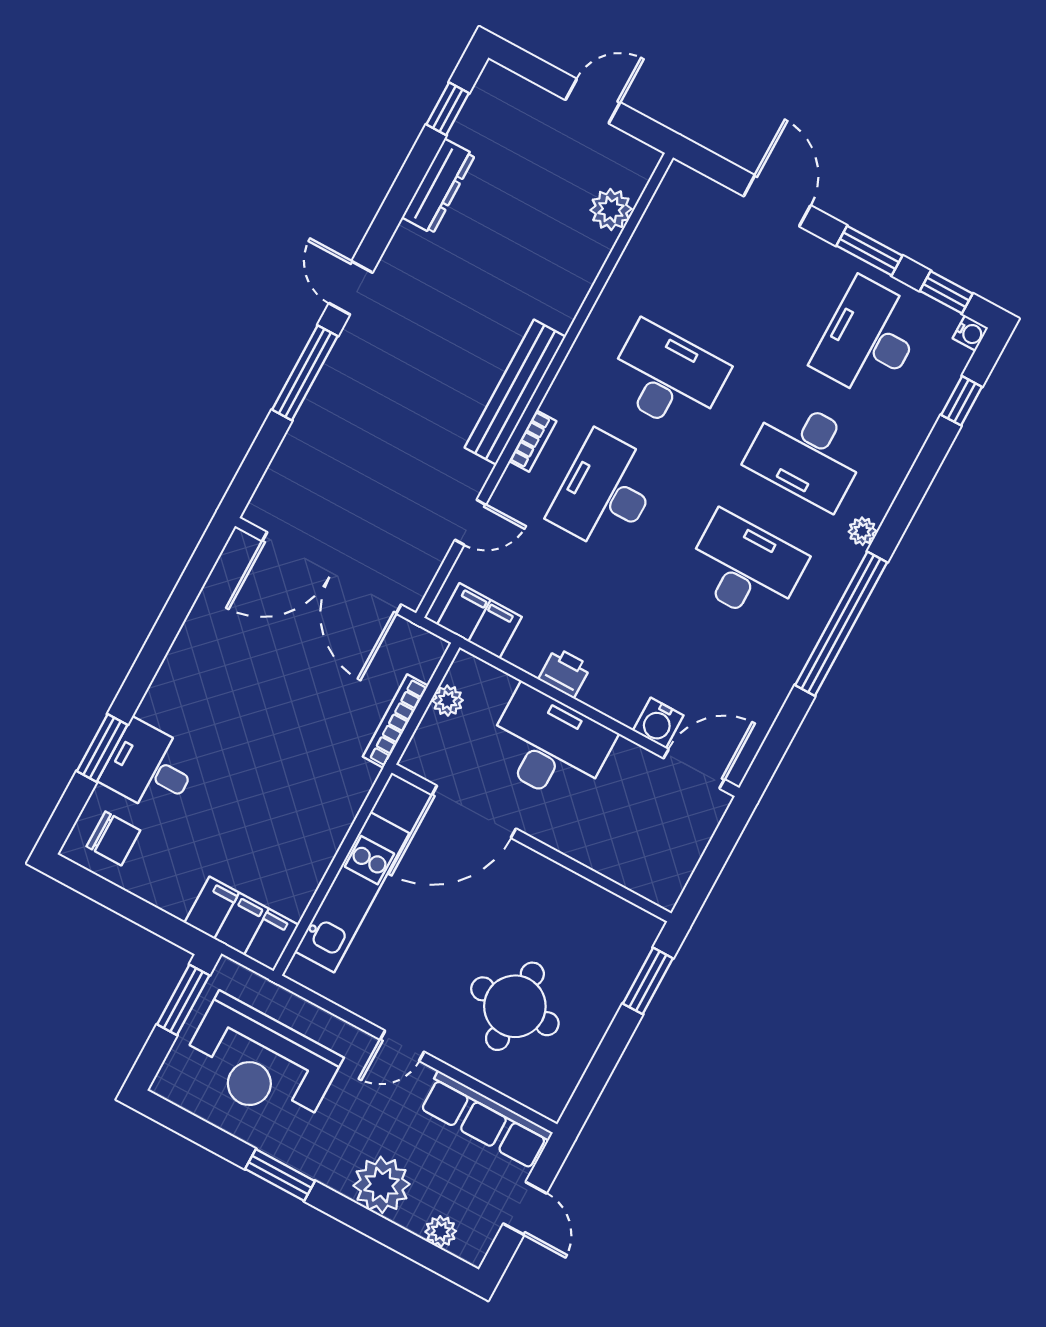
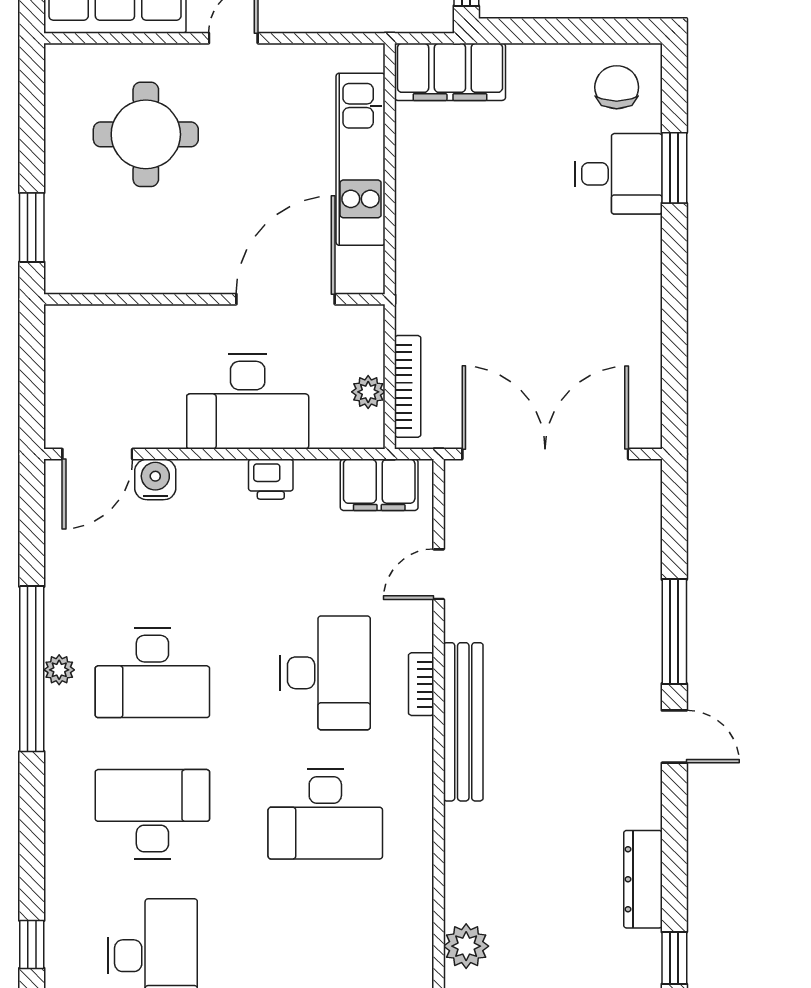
plant: (862, 531) -> (59, 670), moved
bookcase: (395, 721) -> (408, 386), moved
chair: (113, 838) -> (617, 87), turned 90

